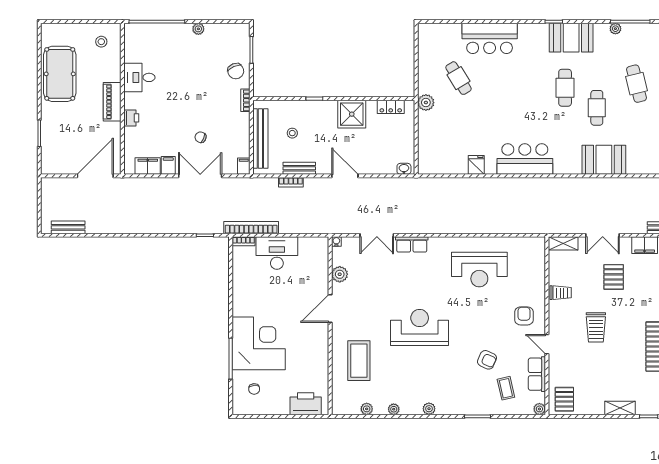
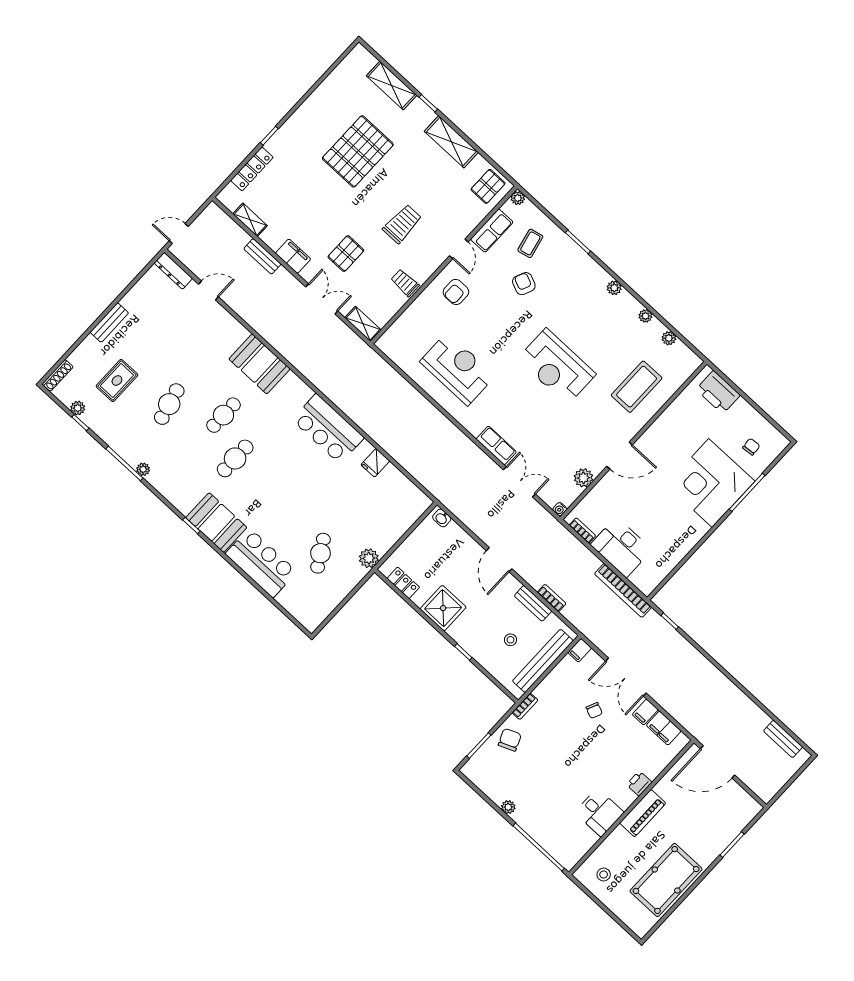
booth: (571, 38) -> (216, 523), moved
bookcase: (244, 241) -> (582, 531), moved
shelving: (620, 408) -> (451, 142), width x1.50, depth x1.33

